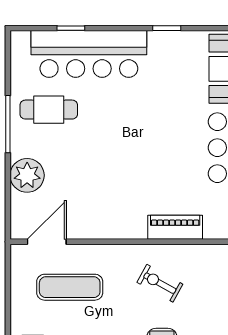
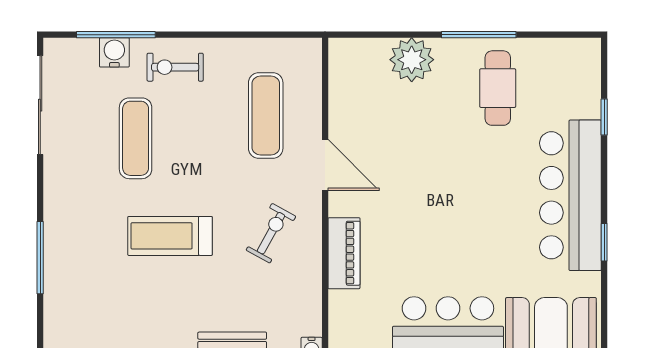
bar counter: (89, 54) -> (570, 195), moved
door: (47, 242) -> (325, 165), moved

